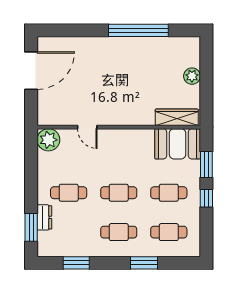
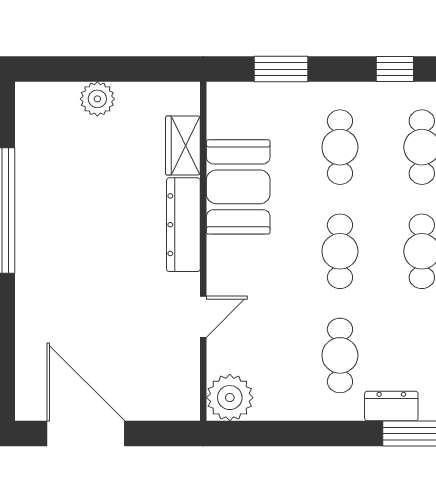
dresser: (132, 117) -> (183, 225), added
wardrobe: (177, 117) -> (183, 146), width x0.67
booth: (178, 144) -> (238, 187), moved
window: (206, 198) -> (395, 69), moved

